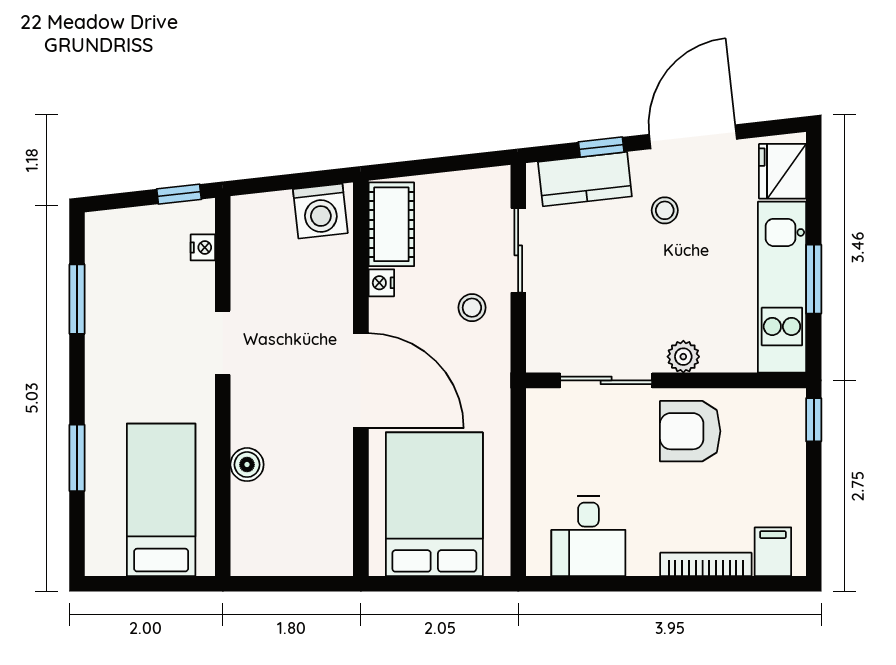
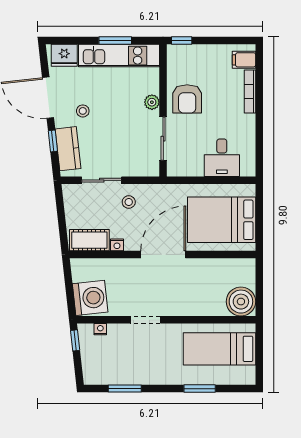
washing machine: (320, 211) -> (90, 298), moved, width x1.37, depth x1.37
boiler: (247, 465) -> (241, 302), moved, width x1.86, depth x1.86
desk: (588, 536) -> (222, 158), moved, turned 90

